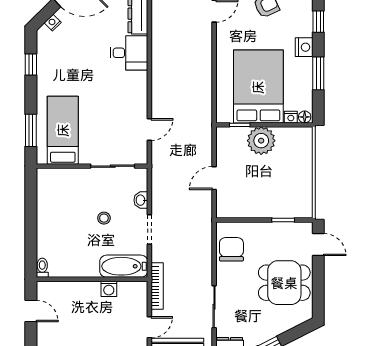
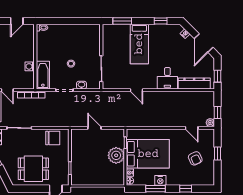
nightstand: (304, 47) -> (160, 180), moved
door: (149, 129) -> (137, 90), moved
bed: (63, 130) -> (139, 44), moved, turned 90
dining table: (284, 283) -> (33, 169), turned 90

